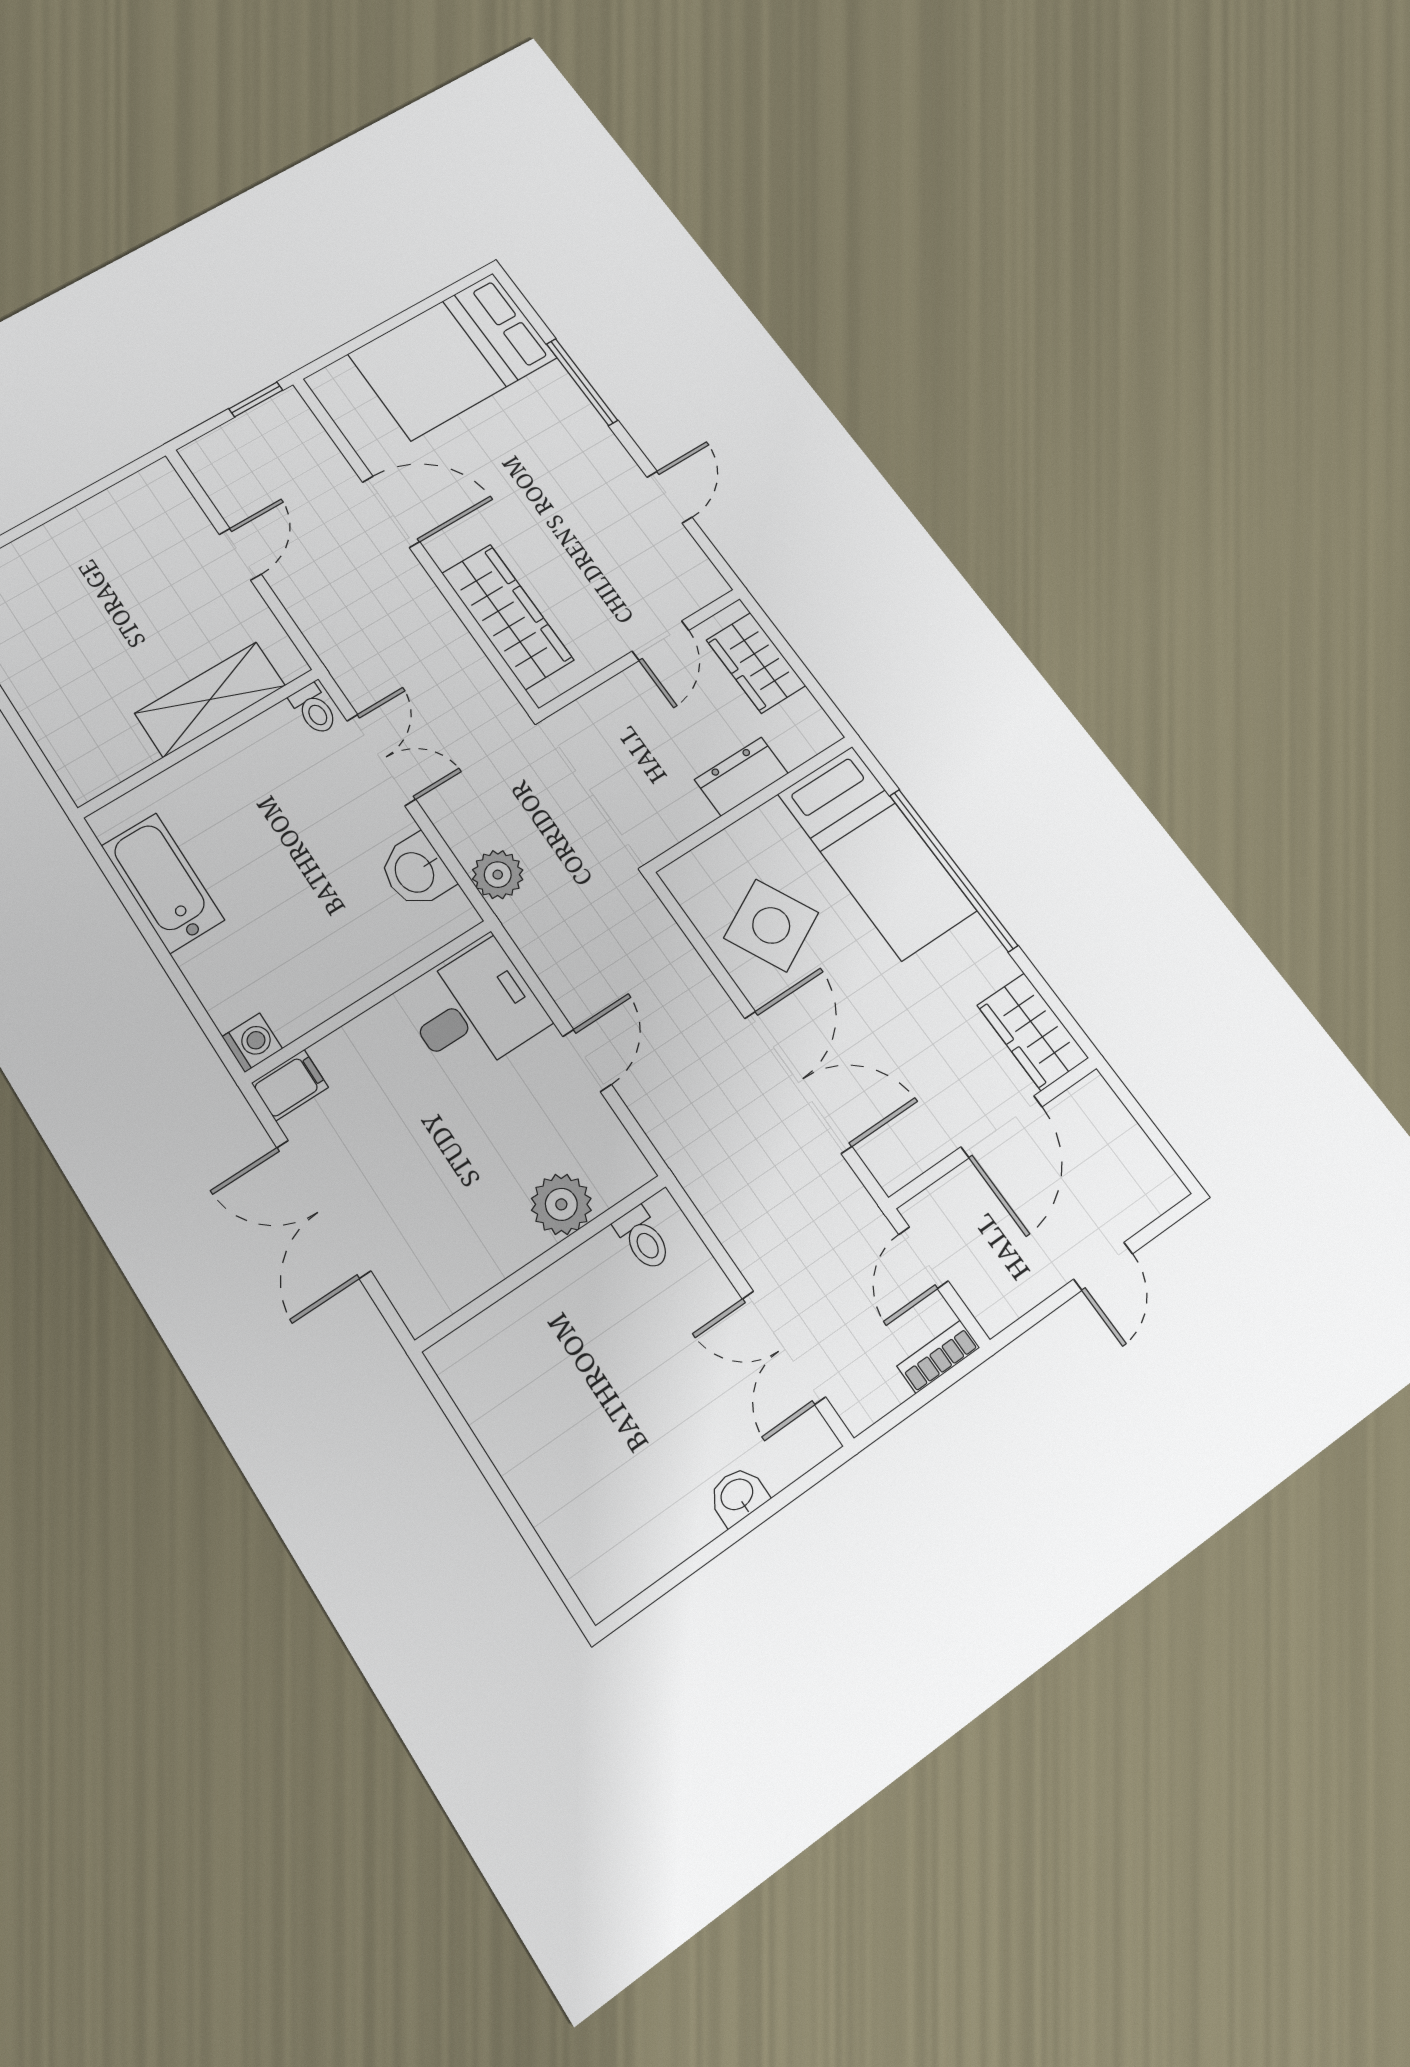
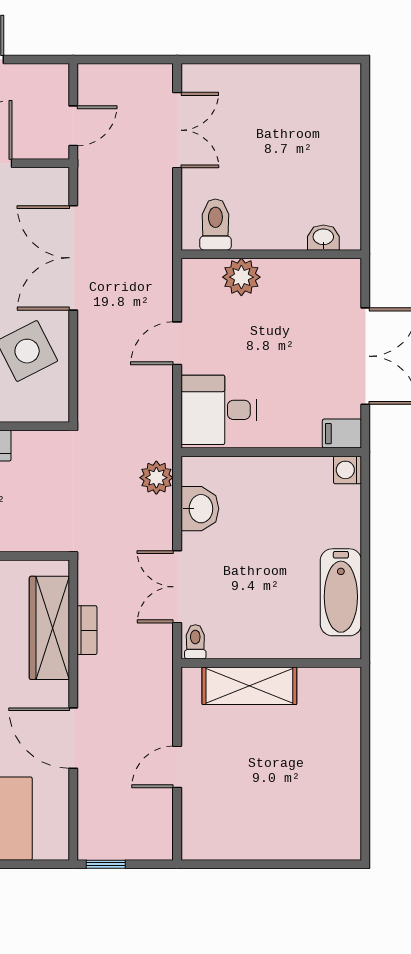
toilet: (643, 1239) -> (215, 225), width x1.37, depth x1.39
bookcase: (938, 1357) -> (87, 630), moved, turned -90
washbasin: (738, 1495) -> (323, 238), moved, turned 180

